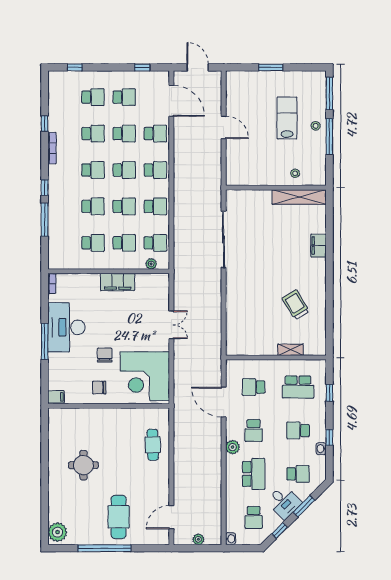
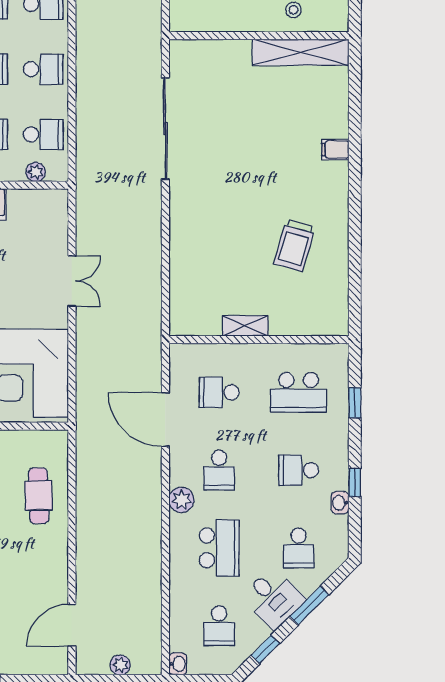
filing cabinet: (318, 246) -> (335, 150), width x0.50
trolley: (296, 305) -> (294, 245), turned -133
shelving: (290, 350) -> (245, 326), moved
school desk: (298, 474) -> (299, 548), turned 90

